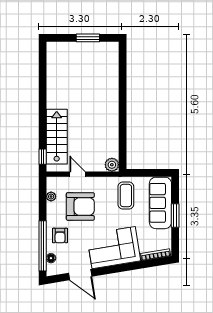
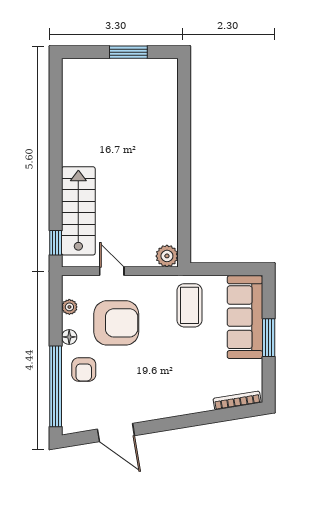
corner sofa: (114, 248) -> (170, 389), removed
floor lamp: (51, 258) -> (69, 337), moved

